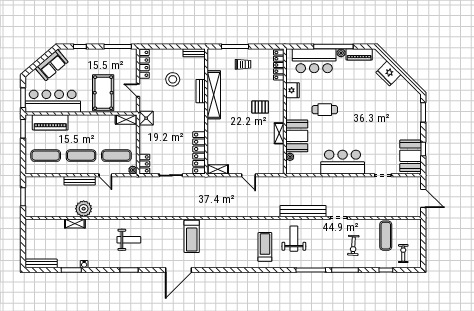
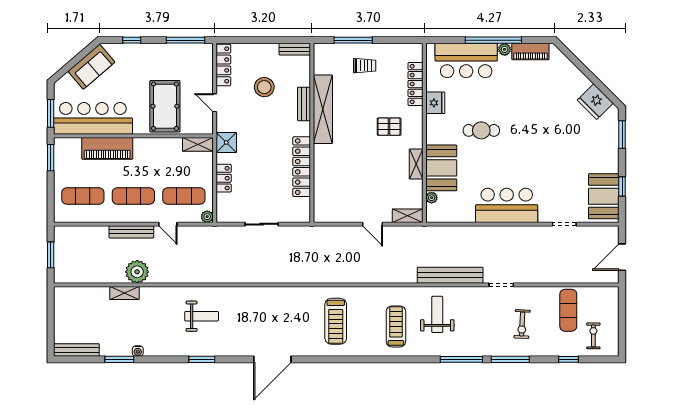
locker: (279, 65) -> (416, 84), moved
fridge: (388, 73) -> (595, 102), moved
piano: (50, 122) -> (107, 148), moved
locker: (199, 153) -> (302, 167), moved
locker: (144, 164) -> (224, 178), moved
shelving: (218, 169) -> (408, 216), moved
door: (423, 198) -> (622, 257), swing flipped
treadmill: (192, 236) -> (336, 321), moved

